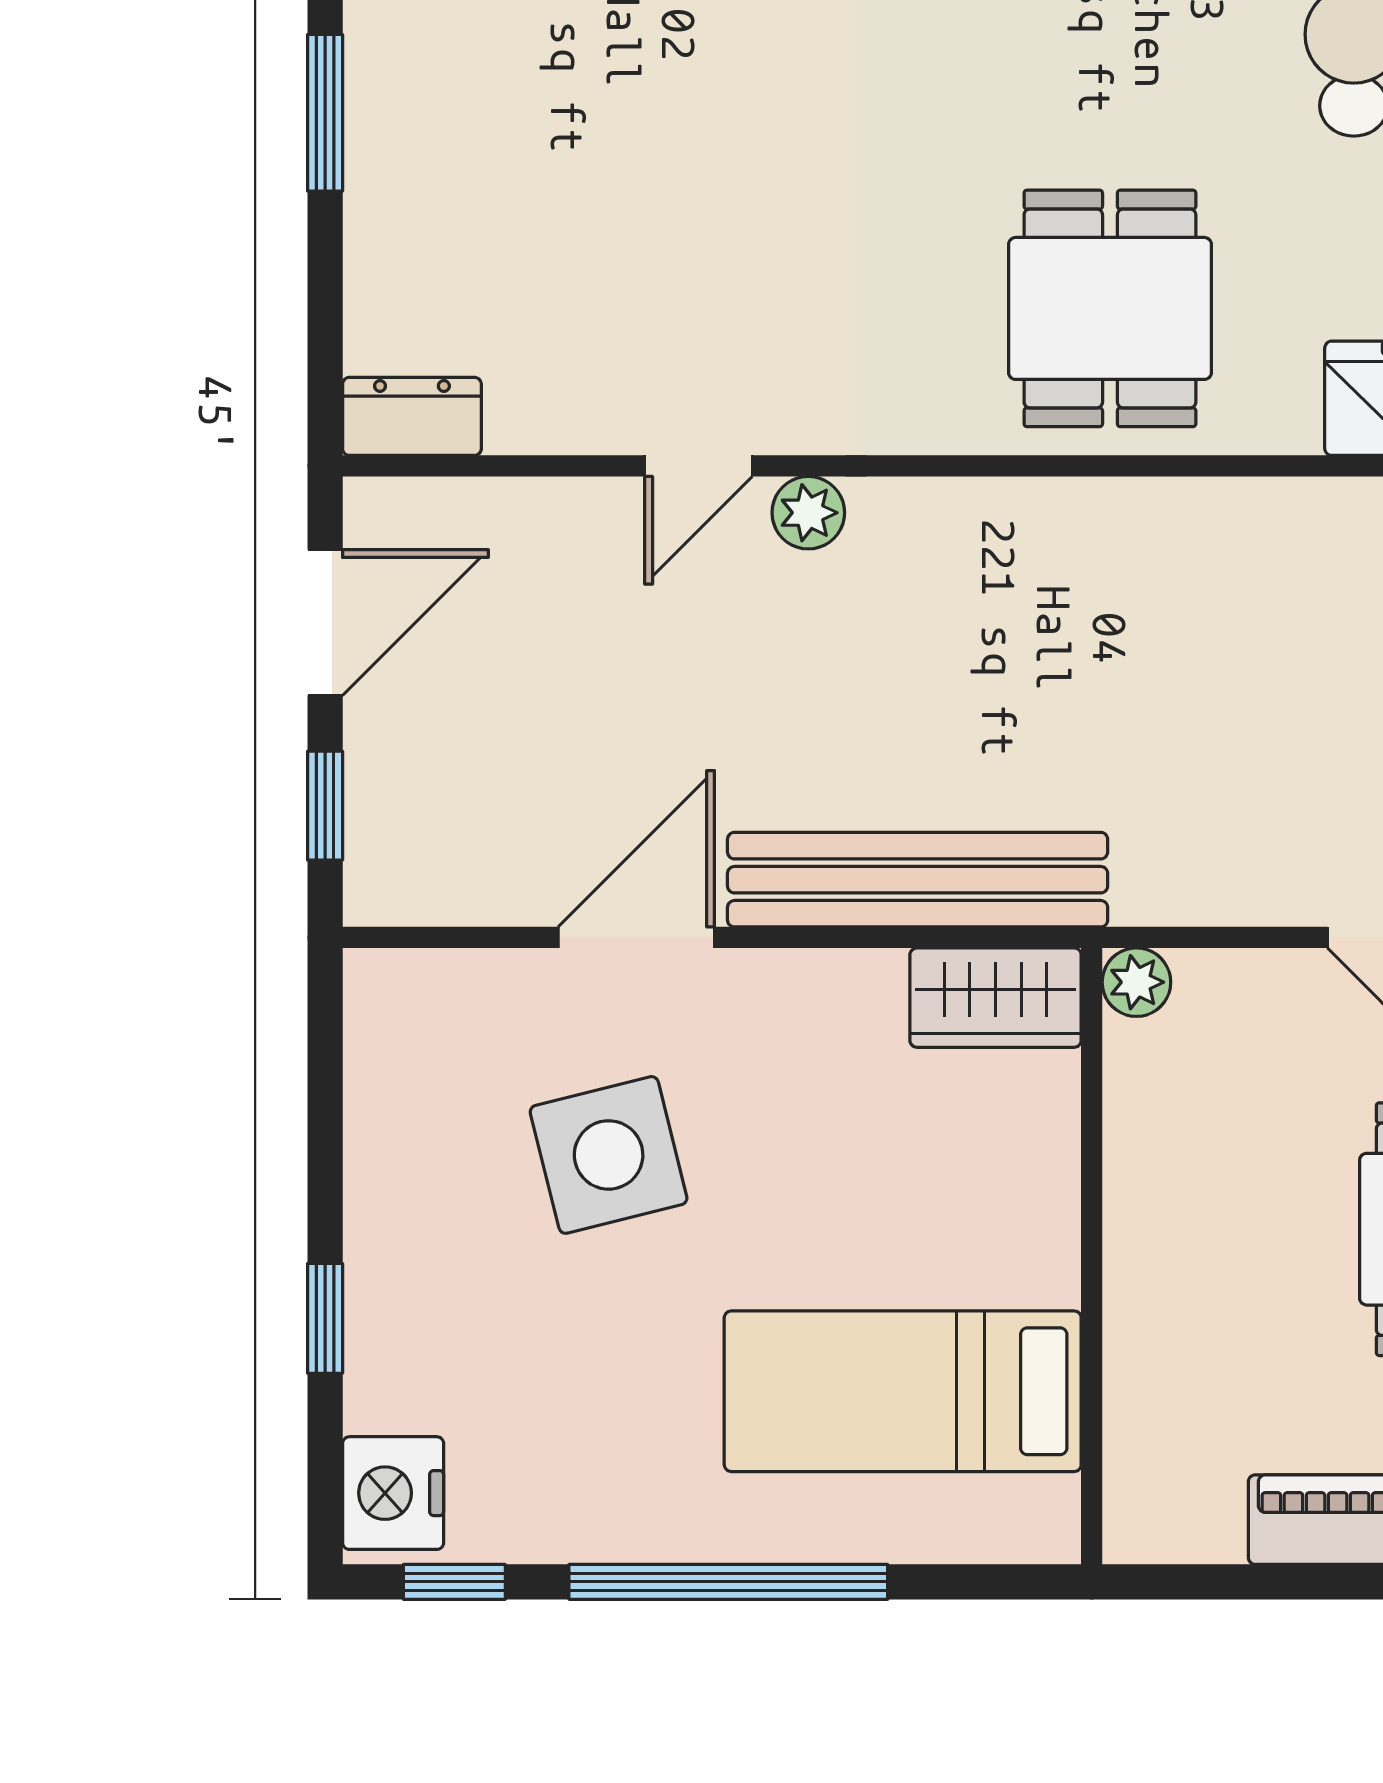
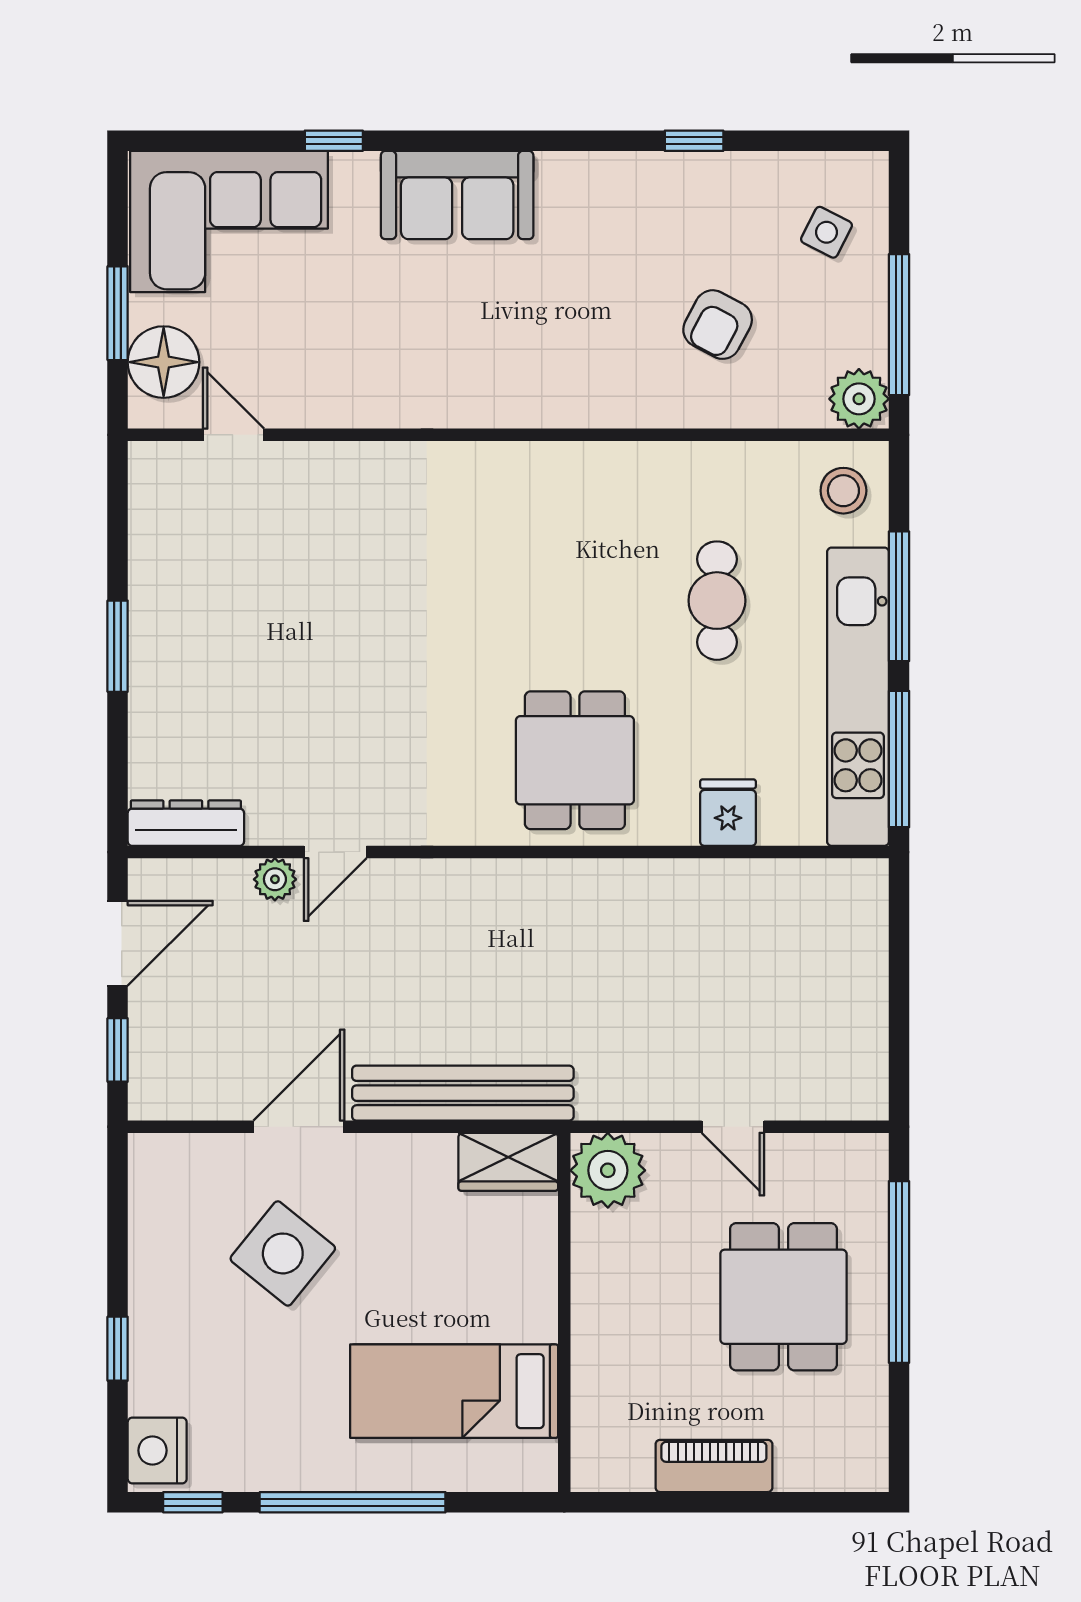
dresser: (412, 416) -> (186, 823), width x1.44
plant: (808, 513) -> (275, 879), moved
plant: (1136, 982) -> (608, 1170), width x1.87, depth x1.87
side table: (609, 1155) -> (283, 1253), turned -37

